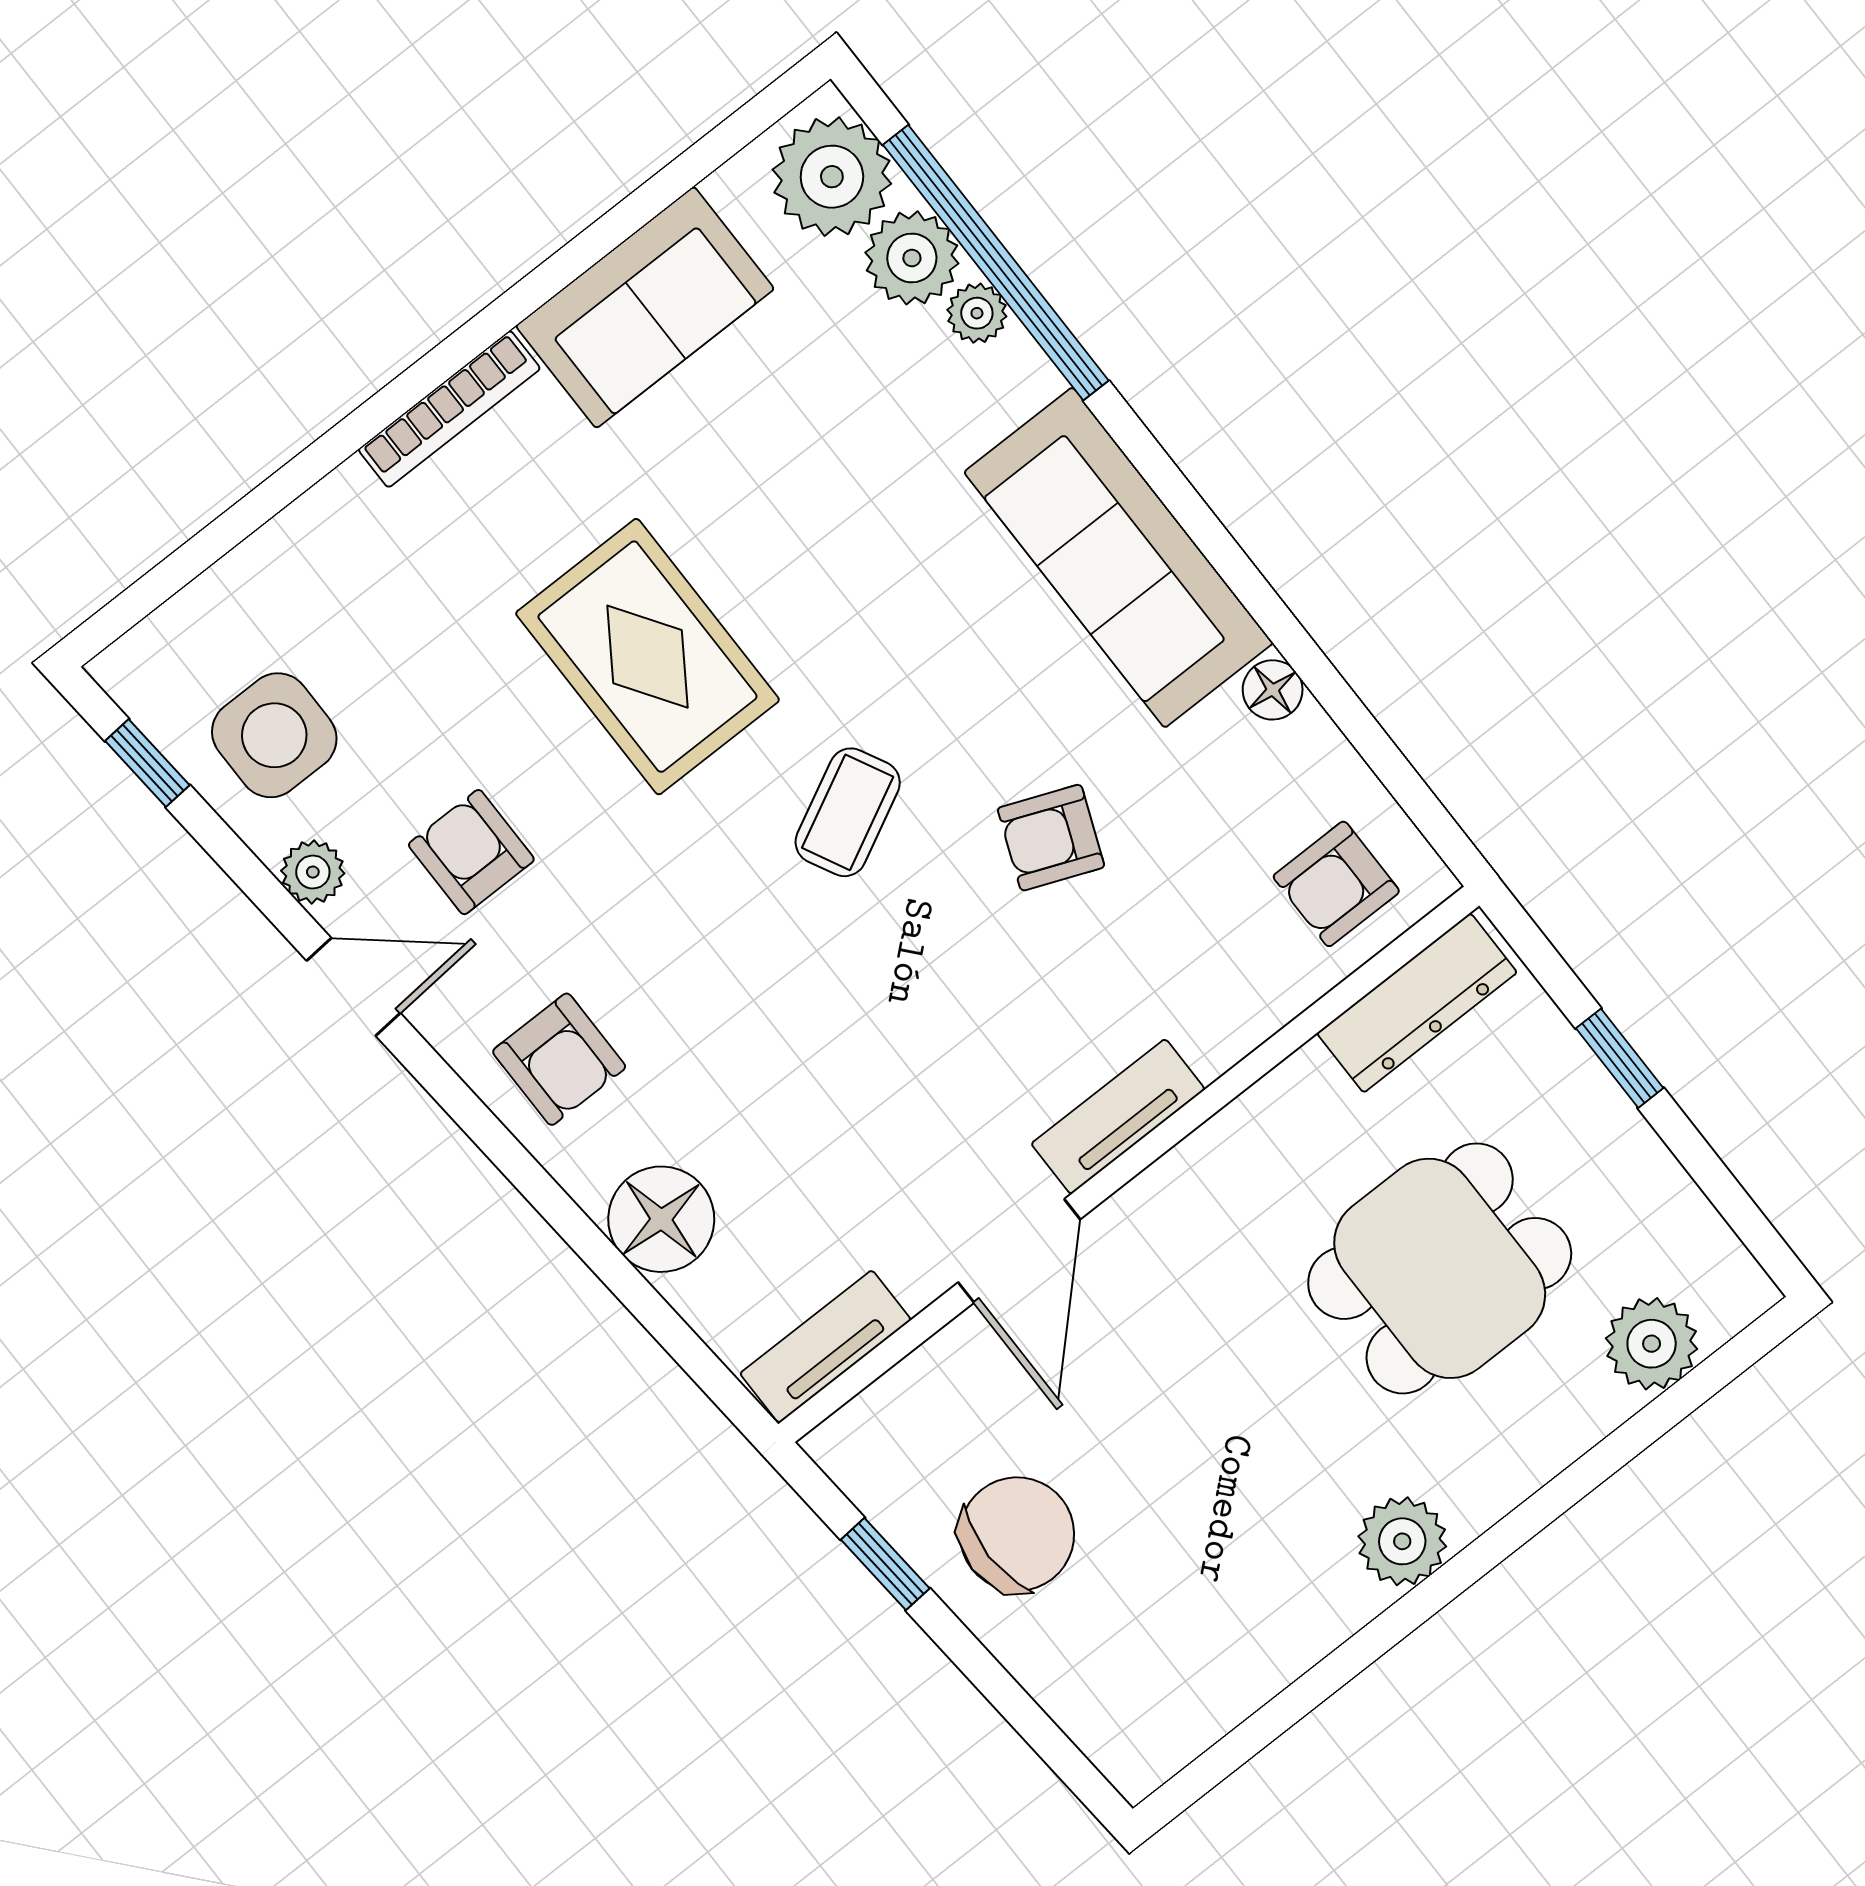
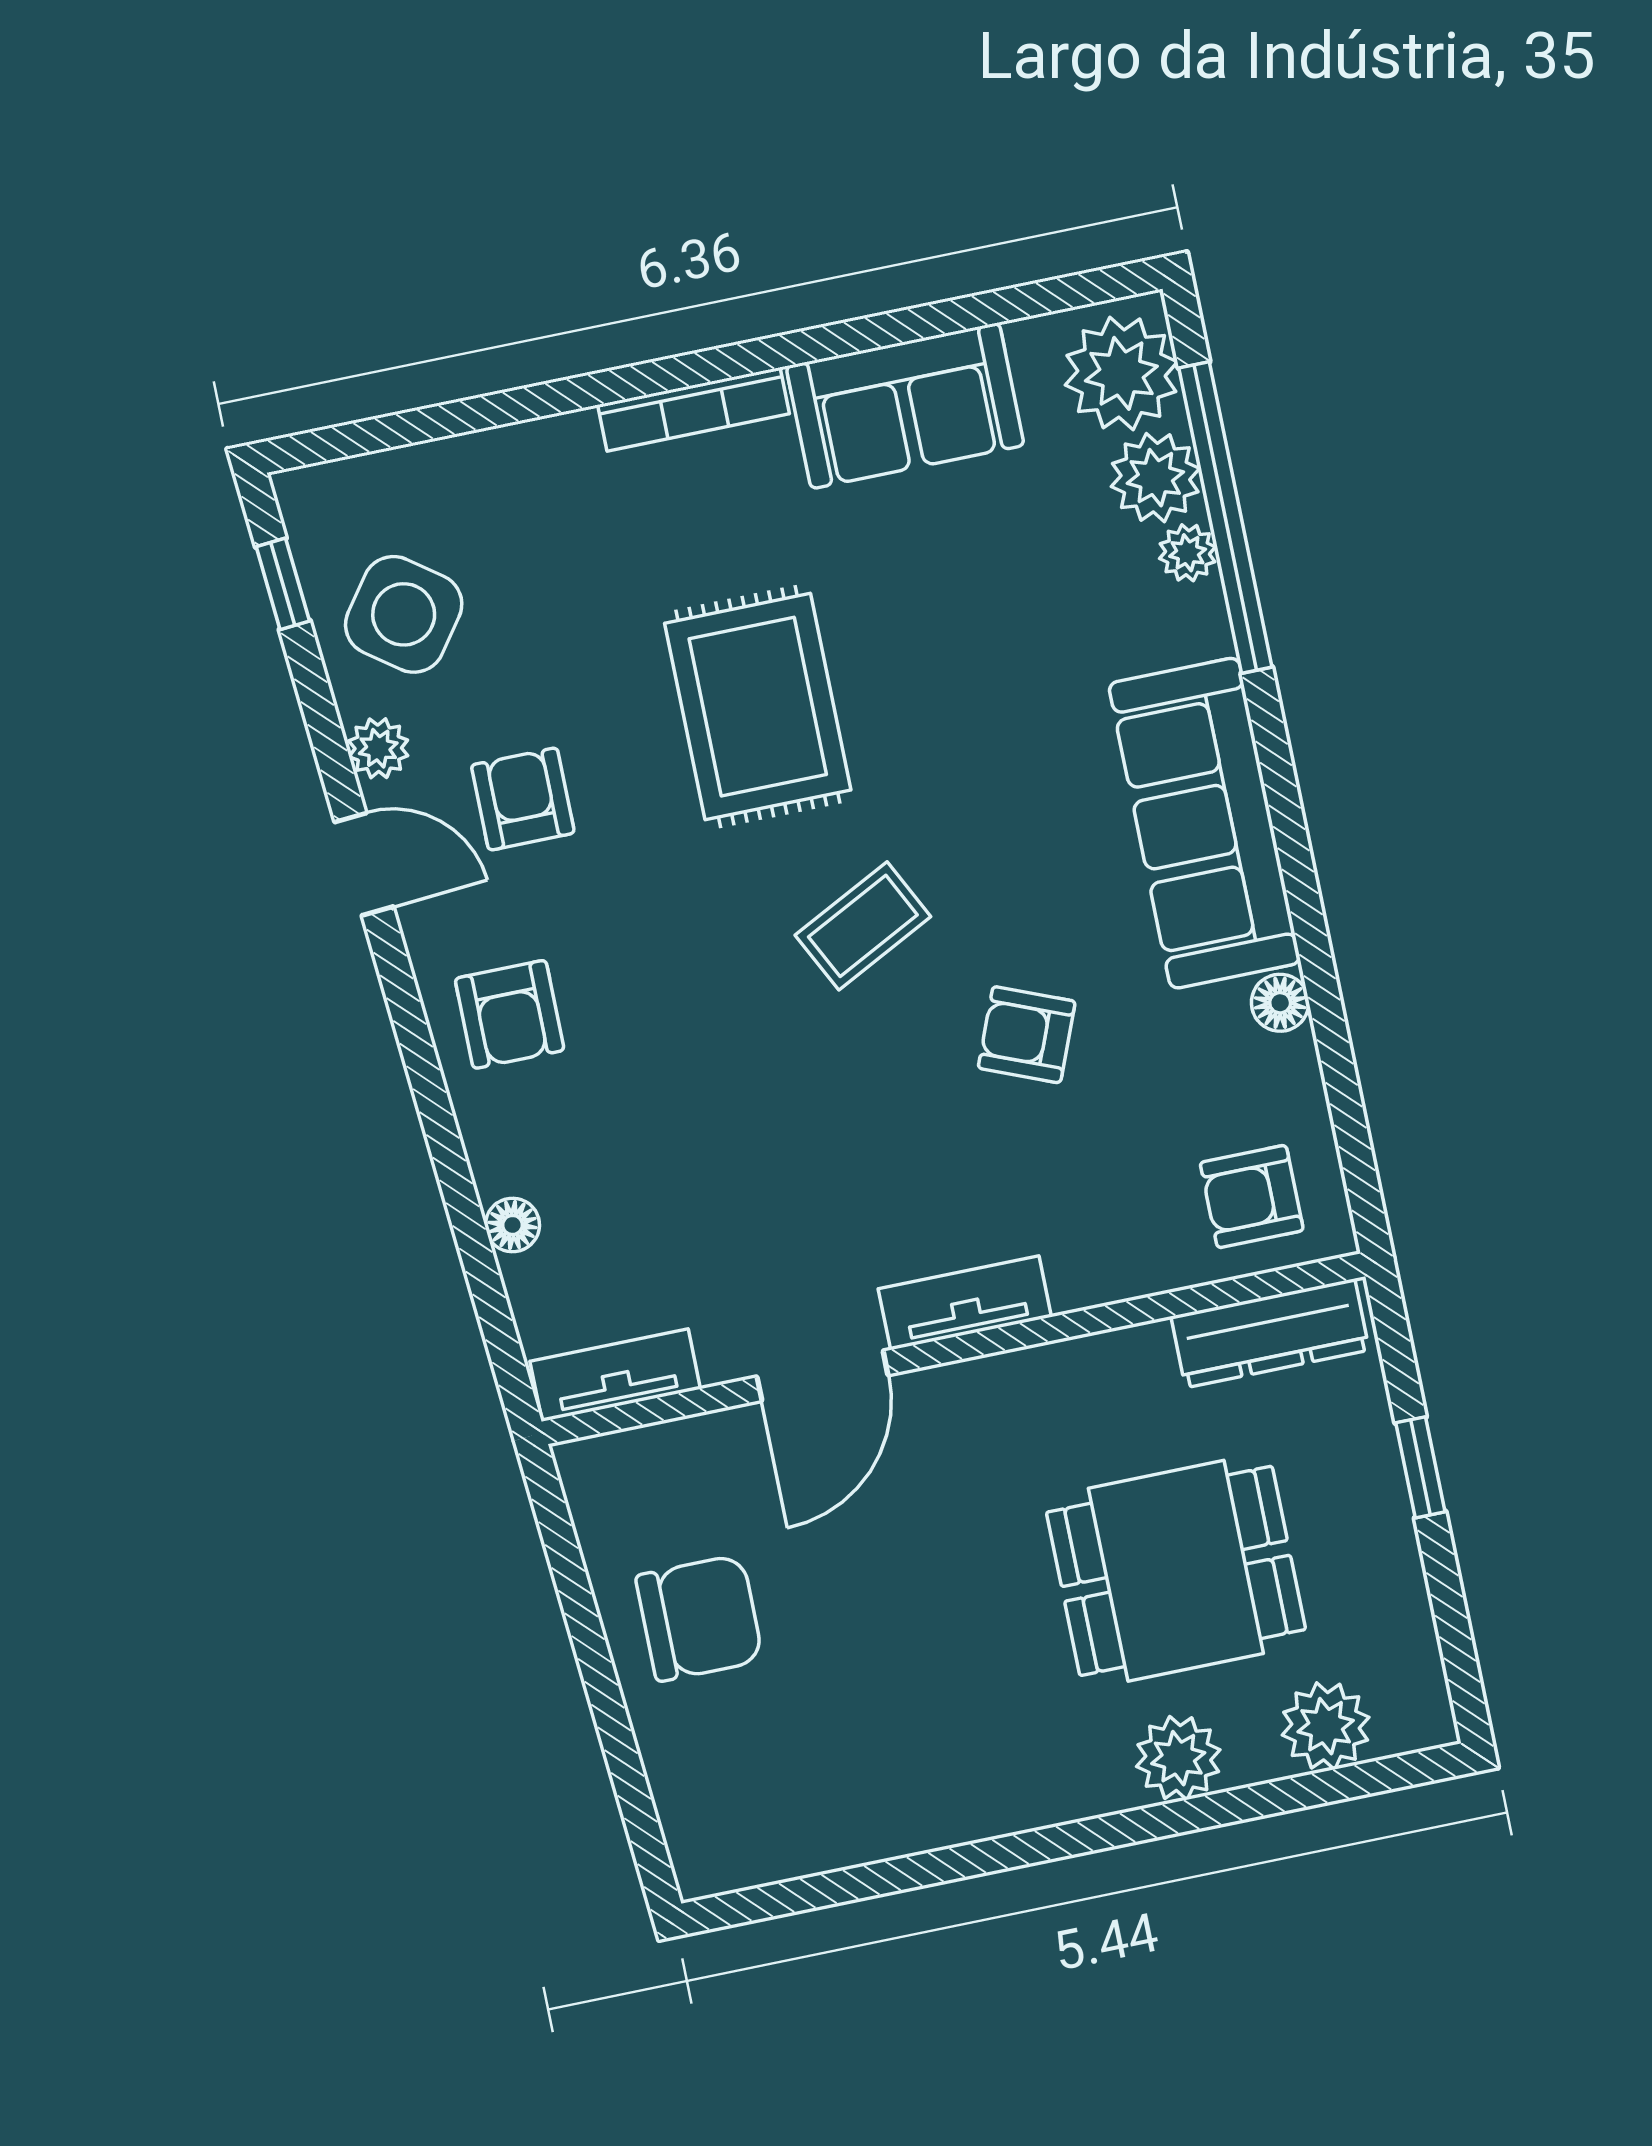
side table: (274, 735) -> (404, 614), turned 36
floor lamp: (661, 1219) -> (513, 1225), width x0.53, depth x0.53
plant: (1402, 1541) -> (1178, 1758), moved
window: (885, 1564) -> (573, 1587), removed

